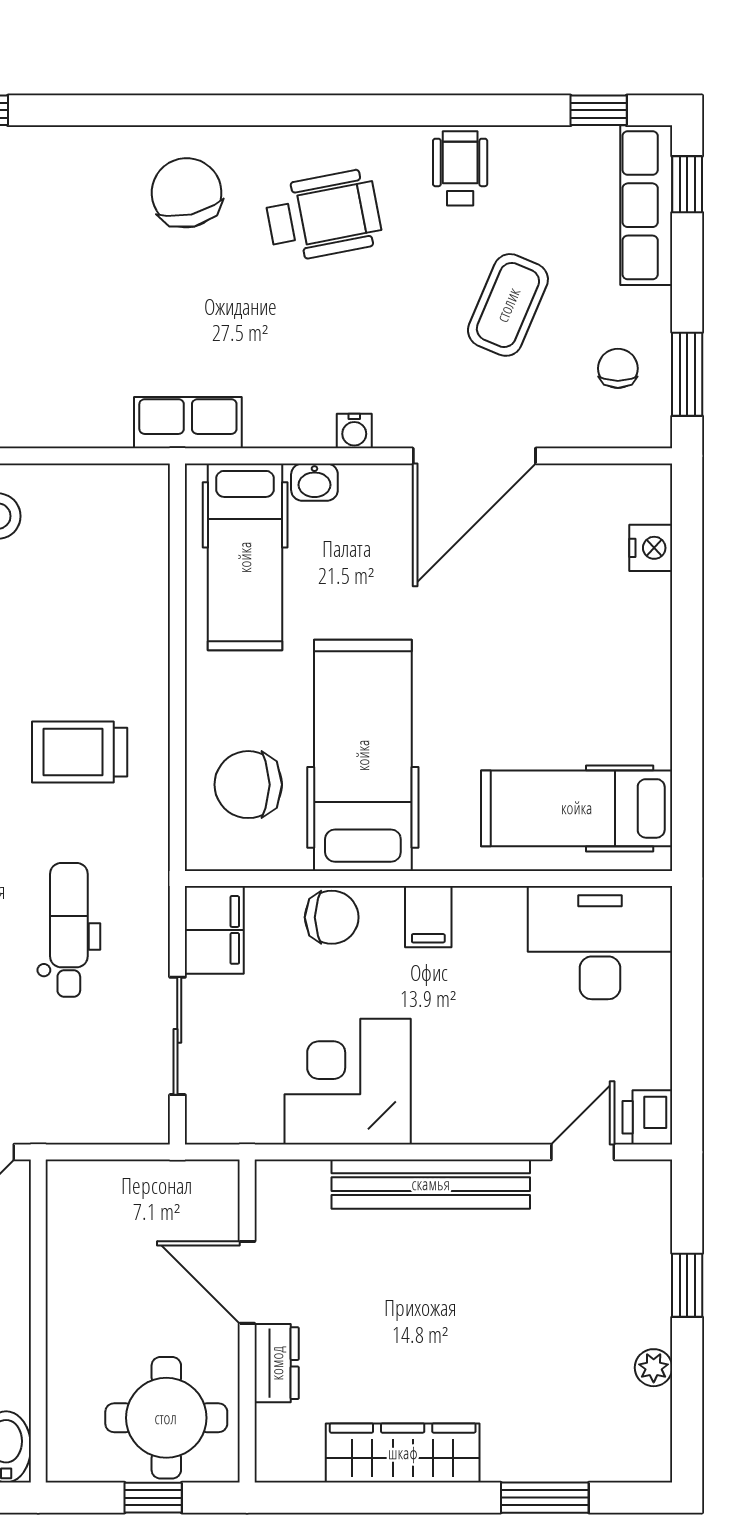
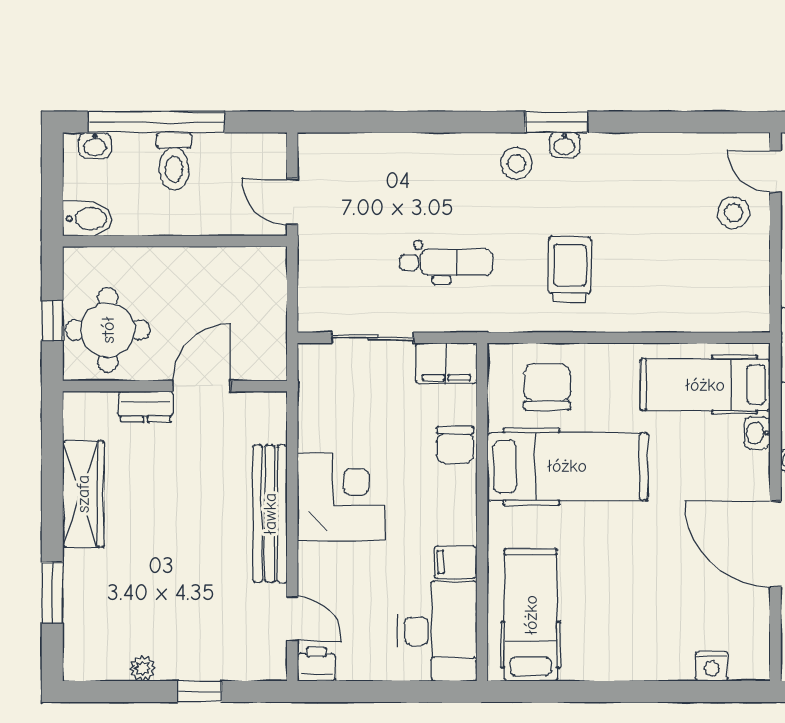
filing cabinet: (428, 917) -> (455, 562), moved
corner desk: (348, 1082) -> (341, 497), moved

